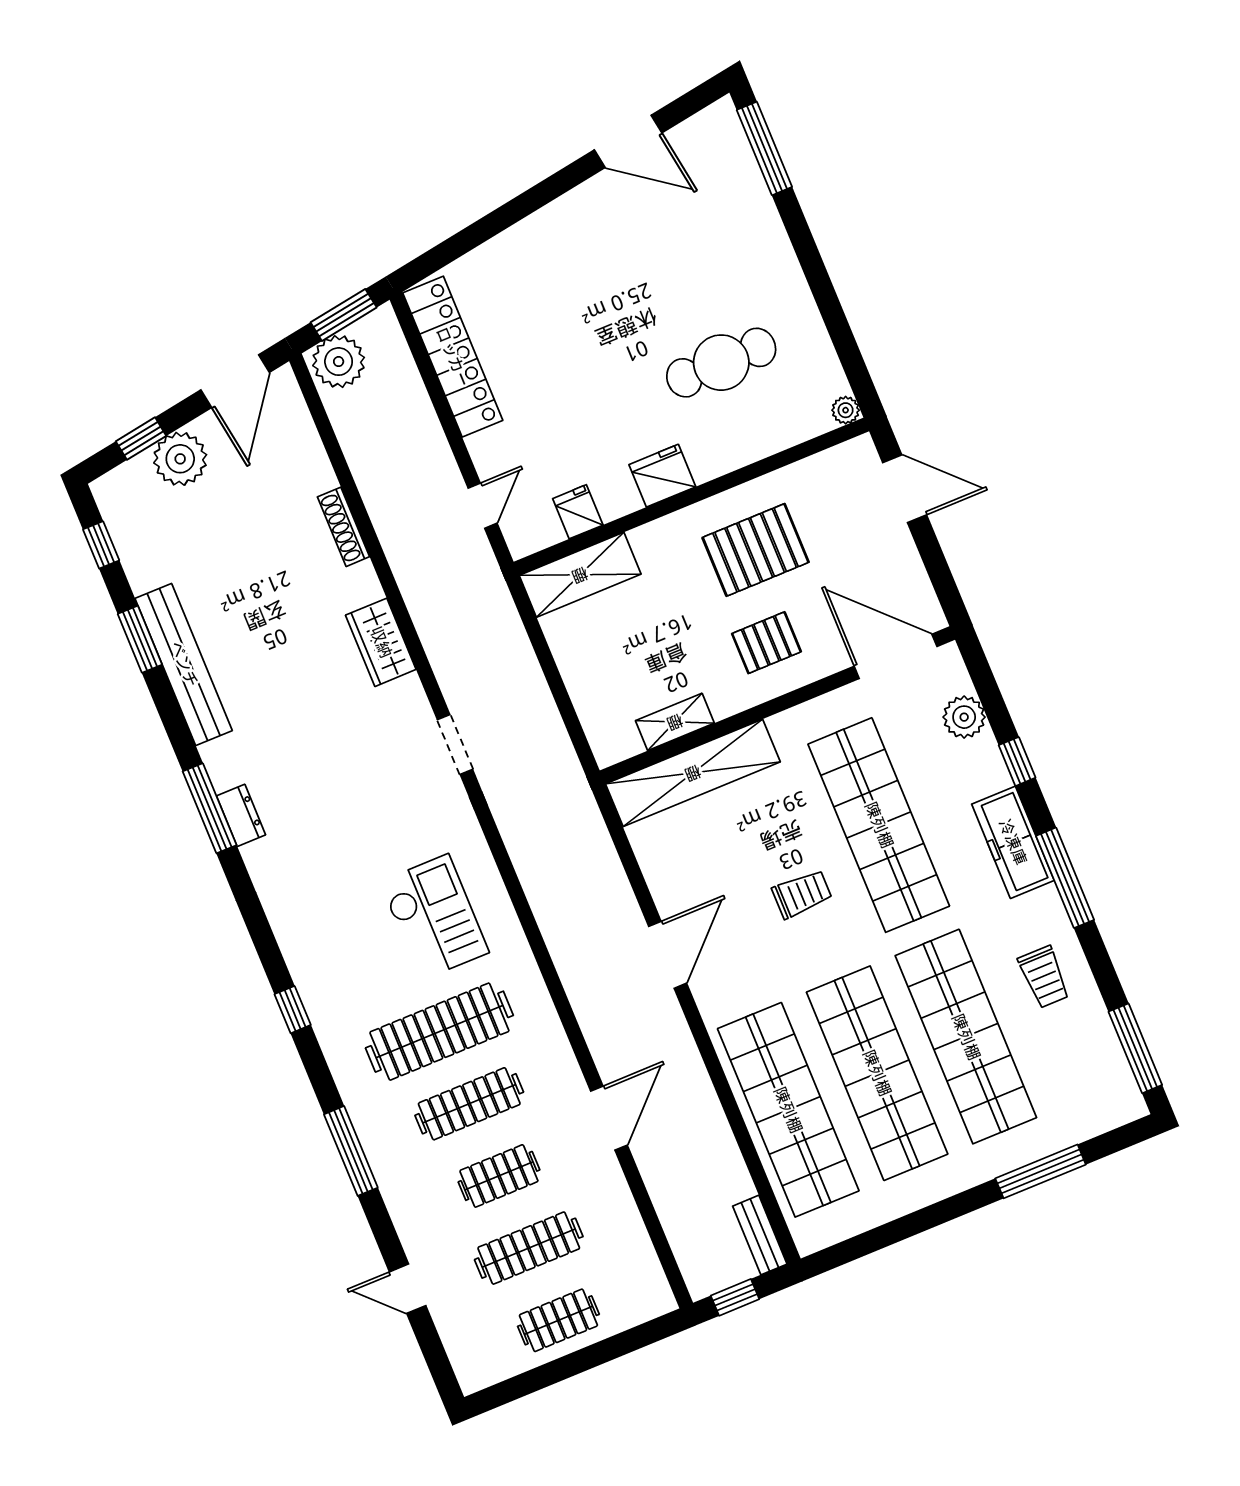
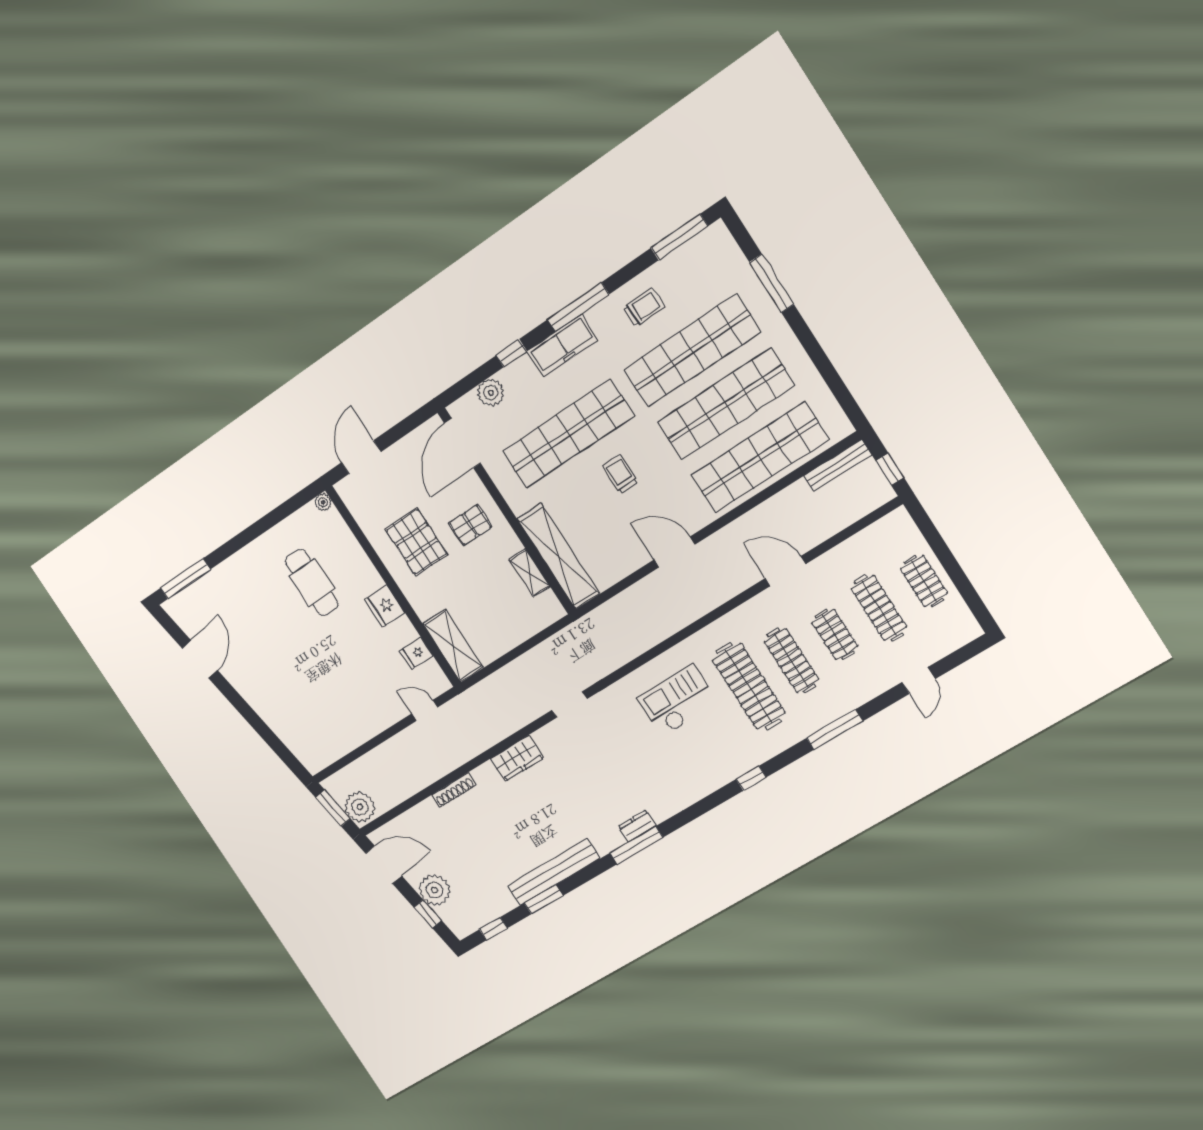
locker: (453, 357) -> (343, 741), removed
pallet: (766, 643) -> (470, 525), turned 90
bench: (760, 1235) -> (838, 465), width x1.36

